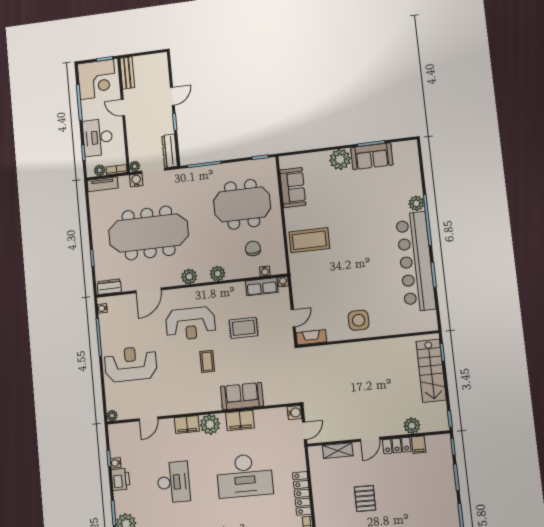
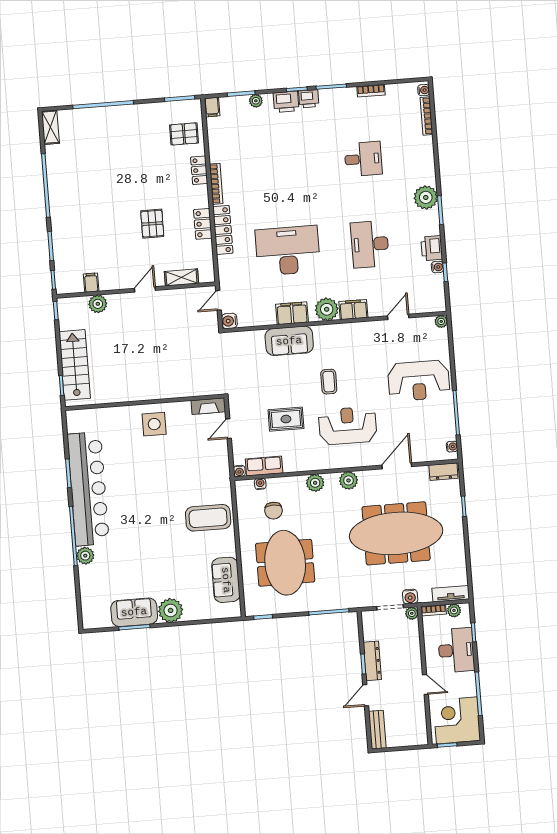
bench: (127, 73) -> (377, 730), moved
dresser: (170, 151) -> (372, 661), moved
meeting table: (242, 204) -> (285, 563), turned 90
locker: (397, 446) -> (203, 224), moved, turned -90

